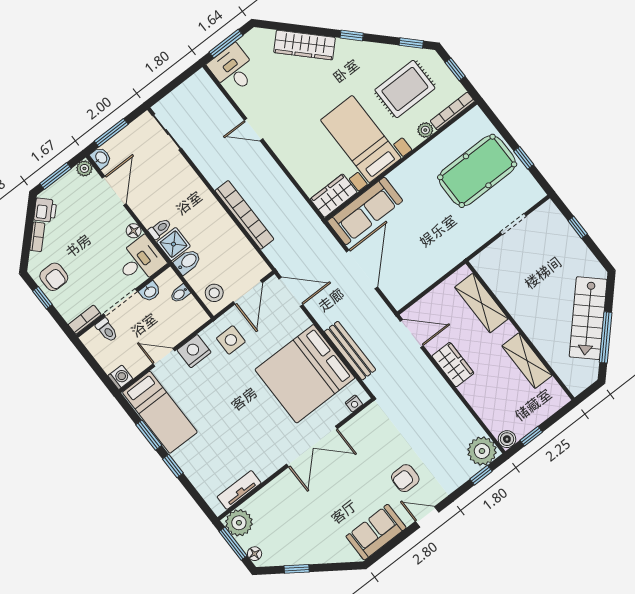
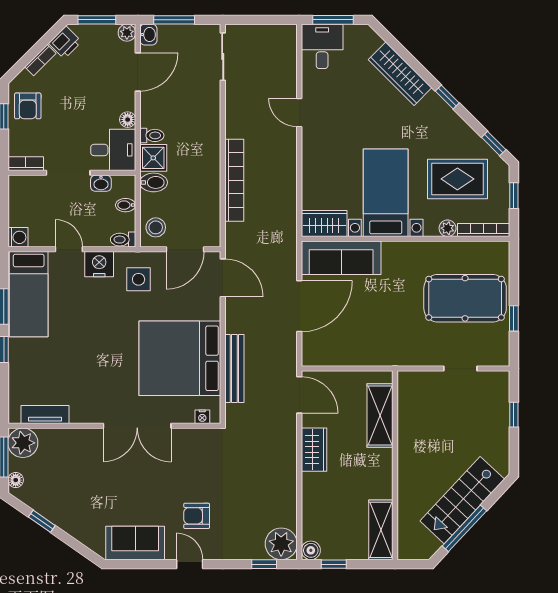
toilet: (107, 330) -> (123, 240), moved, turned 90
shelving: (527, 361) -> (381, 530), moved

